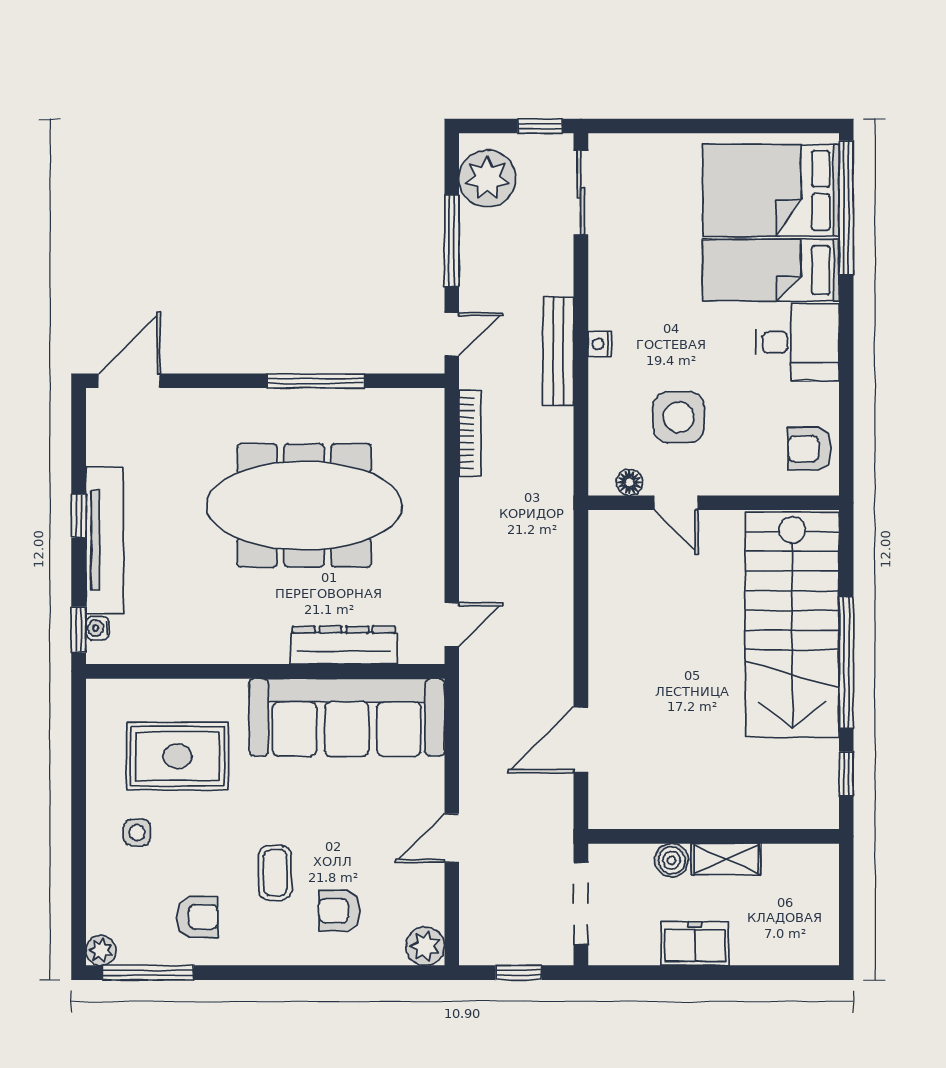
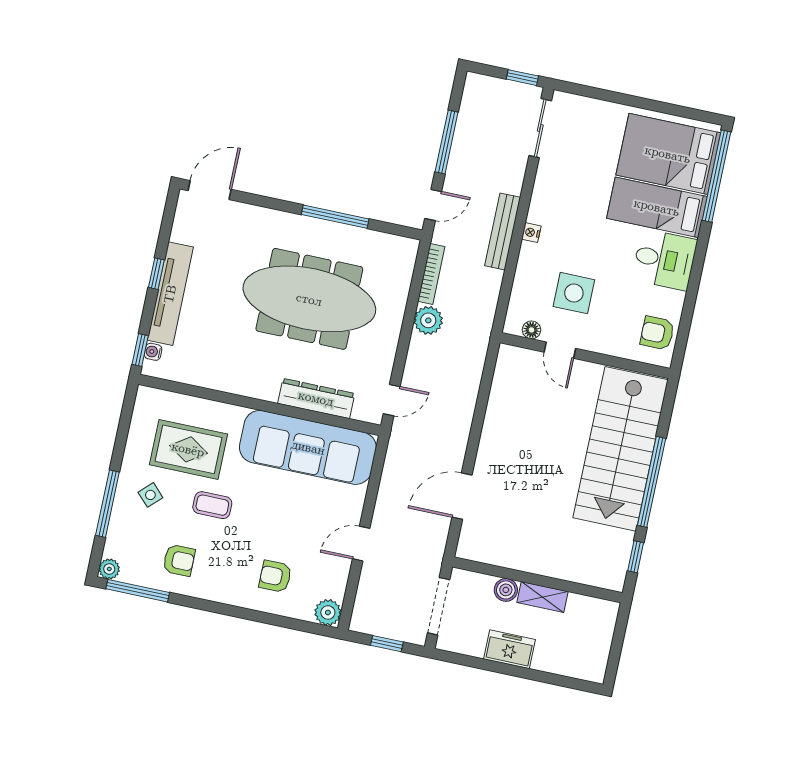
plant: (487, 178) -> (428, 320), moved, width x0.73, depth x0.73
side table: (137, 833) -> (150, 495), turned 45
window: (79, 858) -> (107, 504), added
coffee table: (275, 873) -> (212, 505), moved, turned 90

